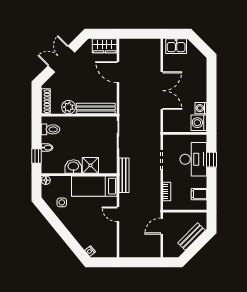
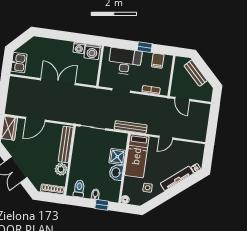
window: (212, 160) -> (145, 47), moved
tv unit: (76, 232) -> (177, 178), added

